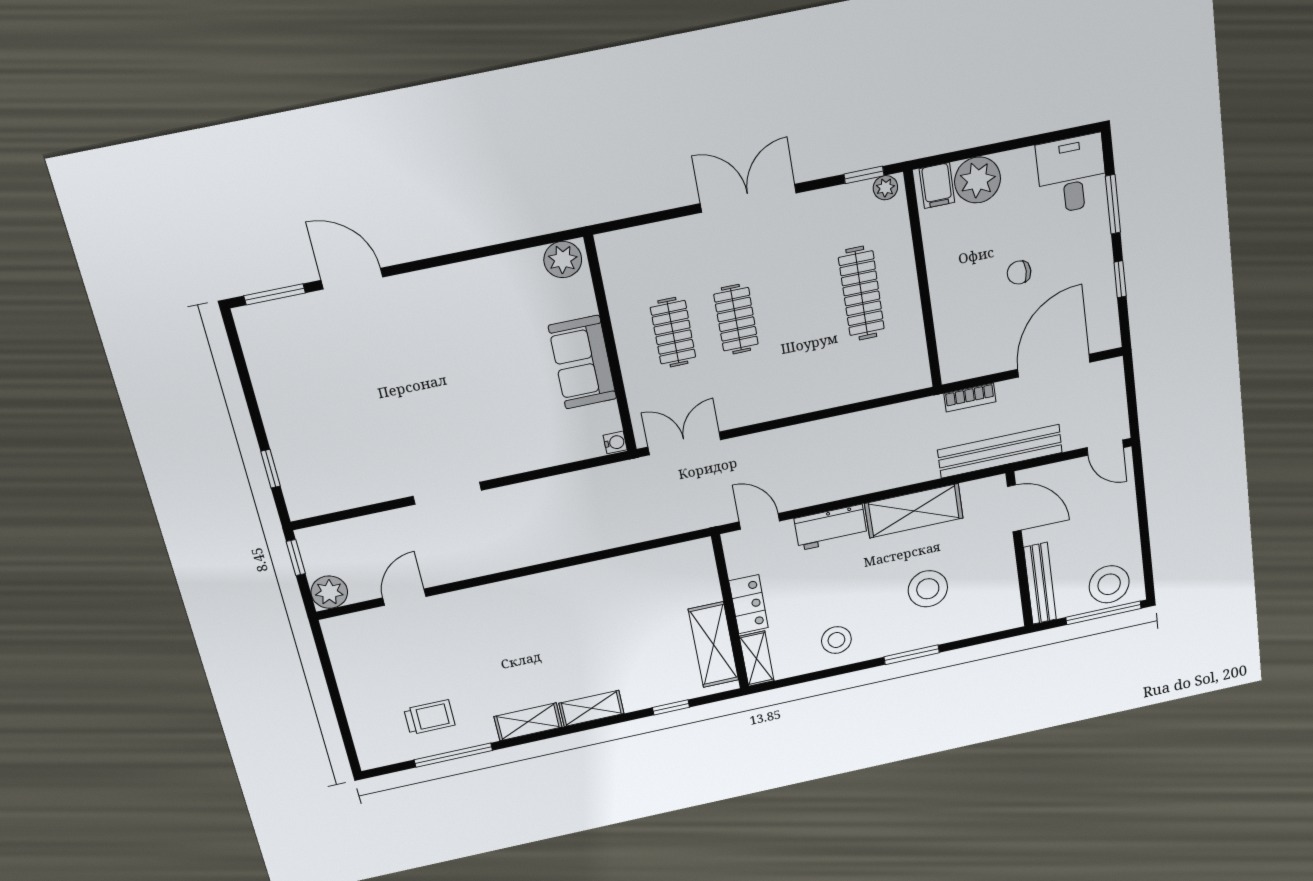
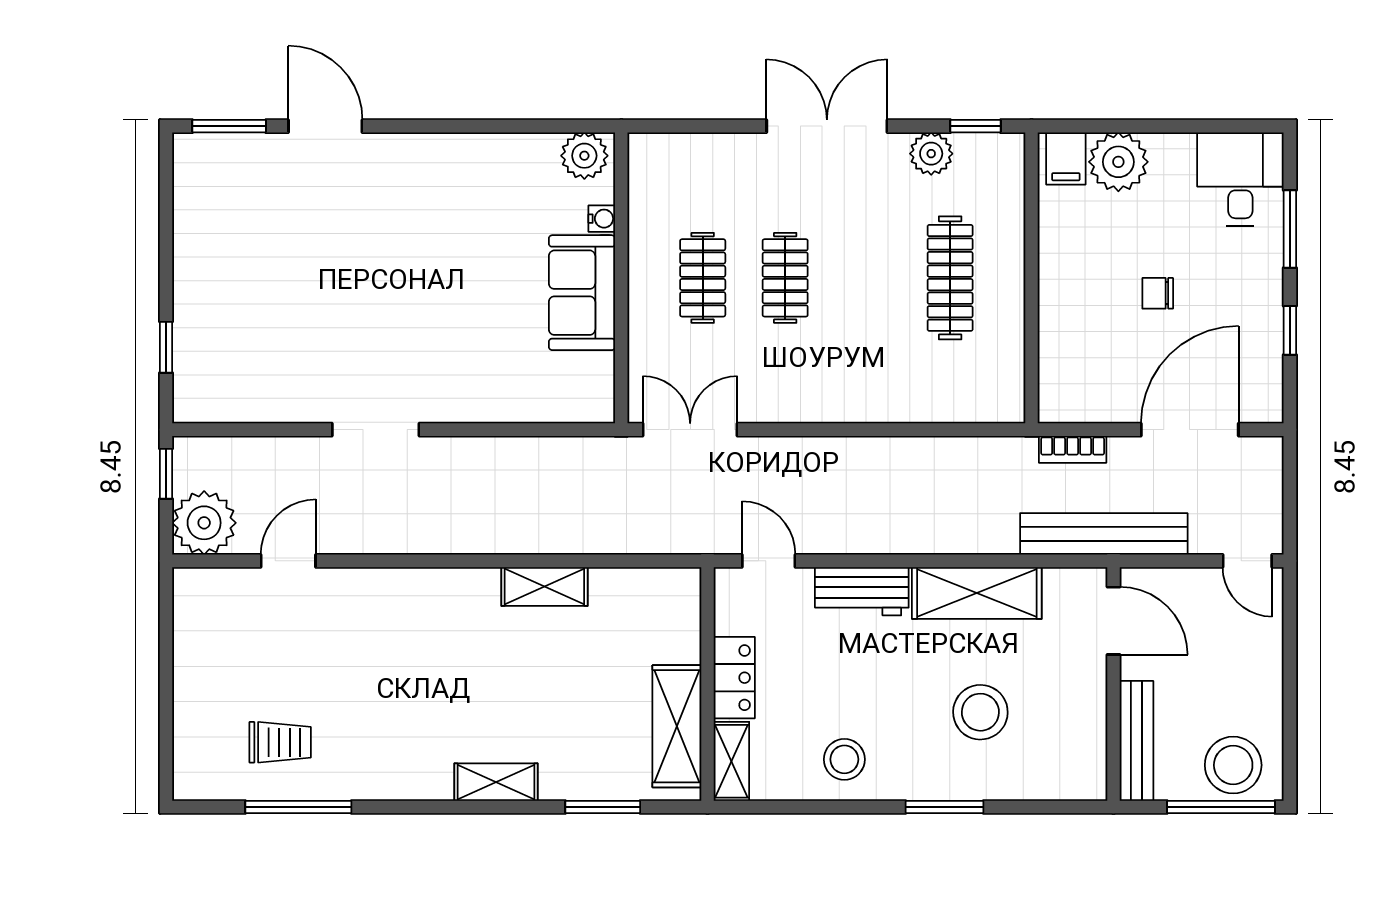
plant: (885, 188) -> (931, 154), moved, width x1.38, depth x1.38
water cooler: (615, 442) -> (602, 219), moved
plant: (329, 592) -> (204, 523), width x1.36, depth x1.36
window: (671, 707) -> (603, 807), width x1.50
shelving: (528, 722) -> (544, 586), moved

